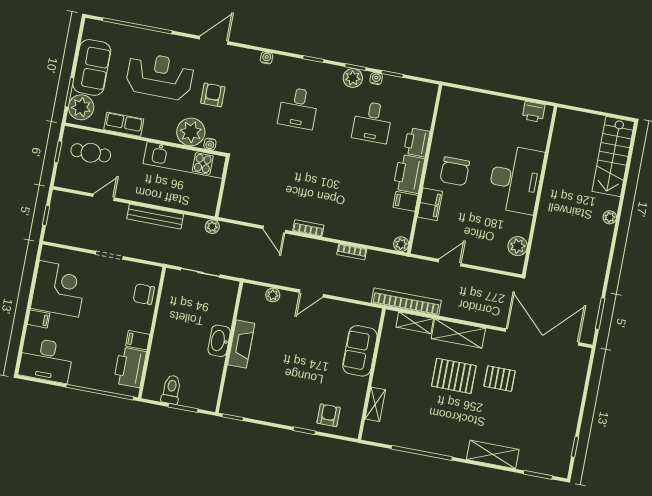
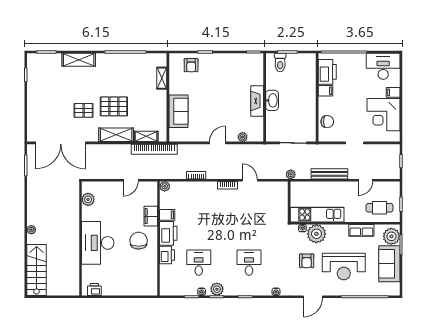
toilet: (171, 390) -> (280, 63), moved

